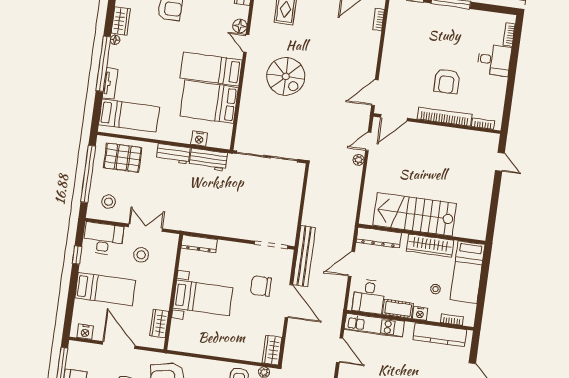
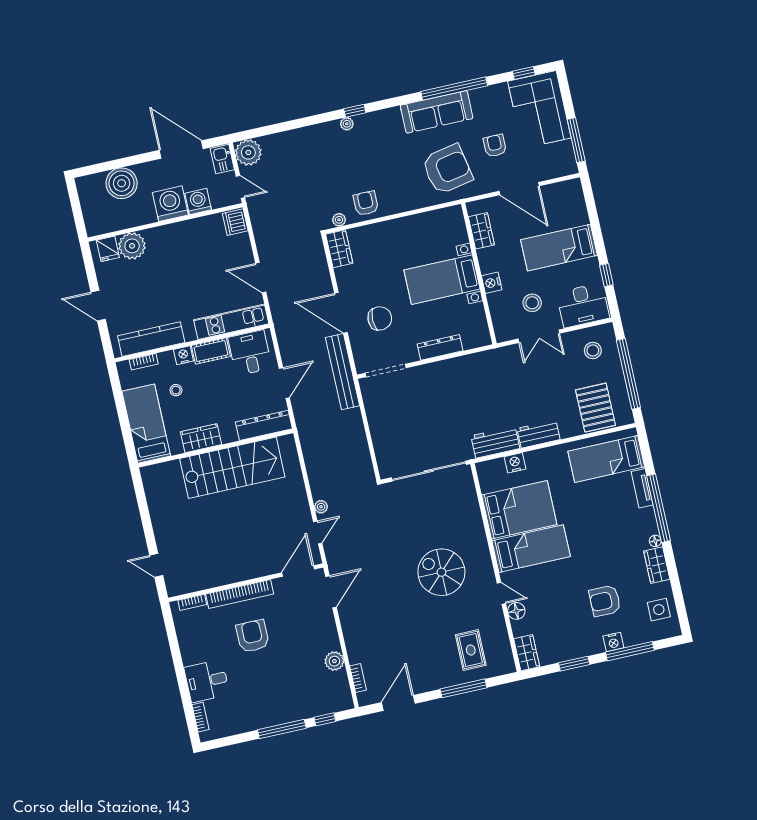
plant: (392, 39) -> (334, 661), added
pallet: (123, 158) -> (595, 408), turned 90
dresser: (199, 244) -> (440, 347), moved
wardrobe: (430, 246) -> (201, 438), width x0.67
nightstand: (85, 332) -> (492, 283), moved, turned -90

